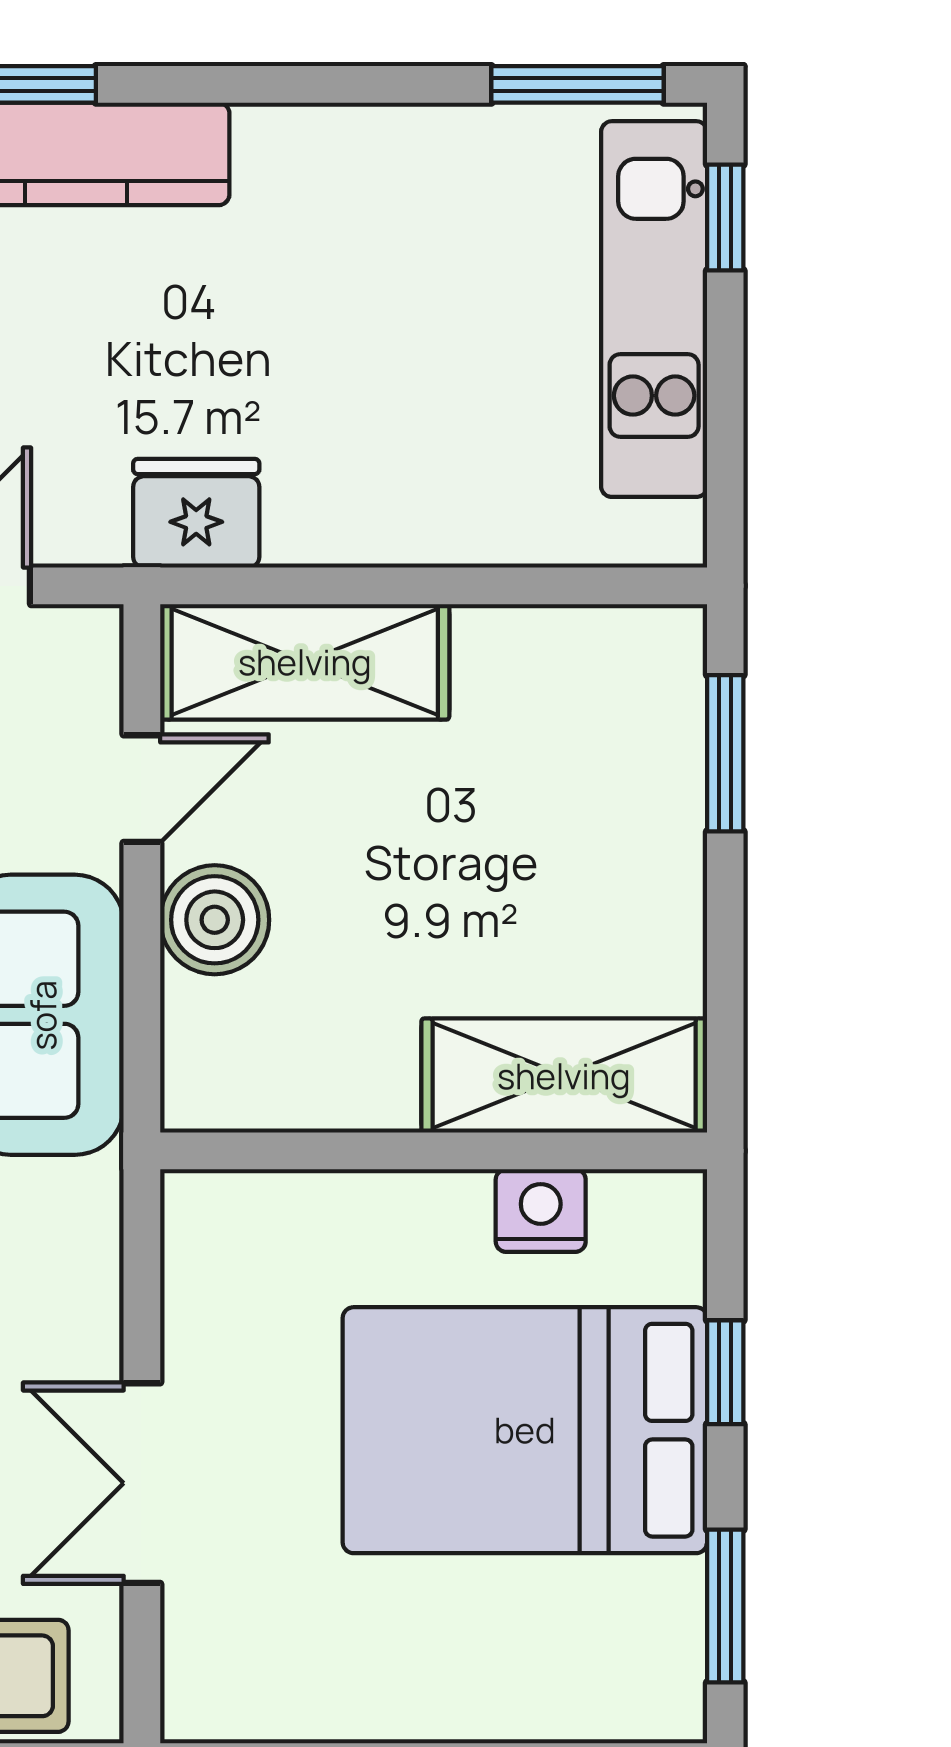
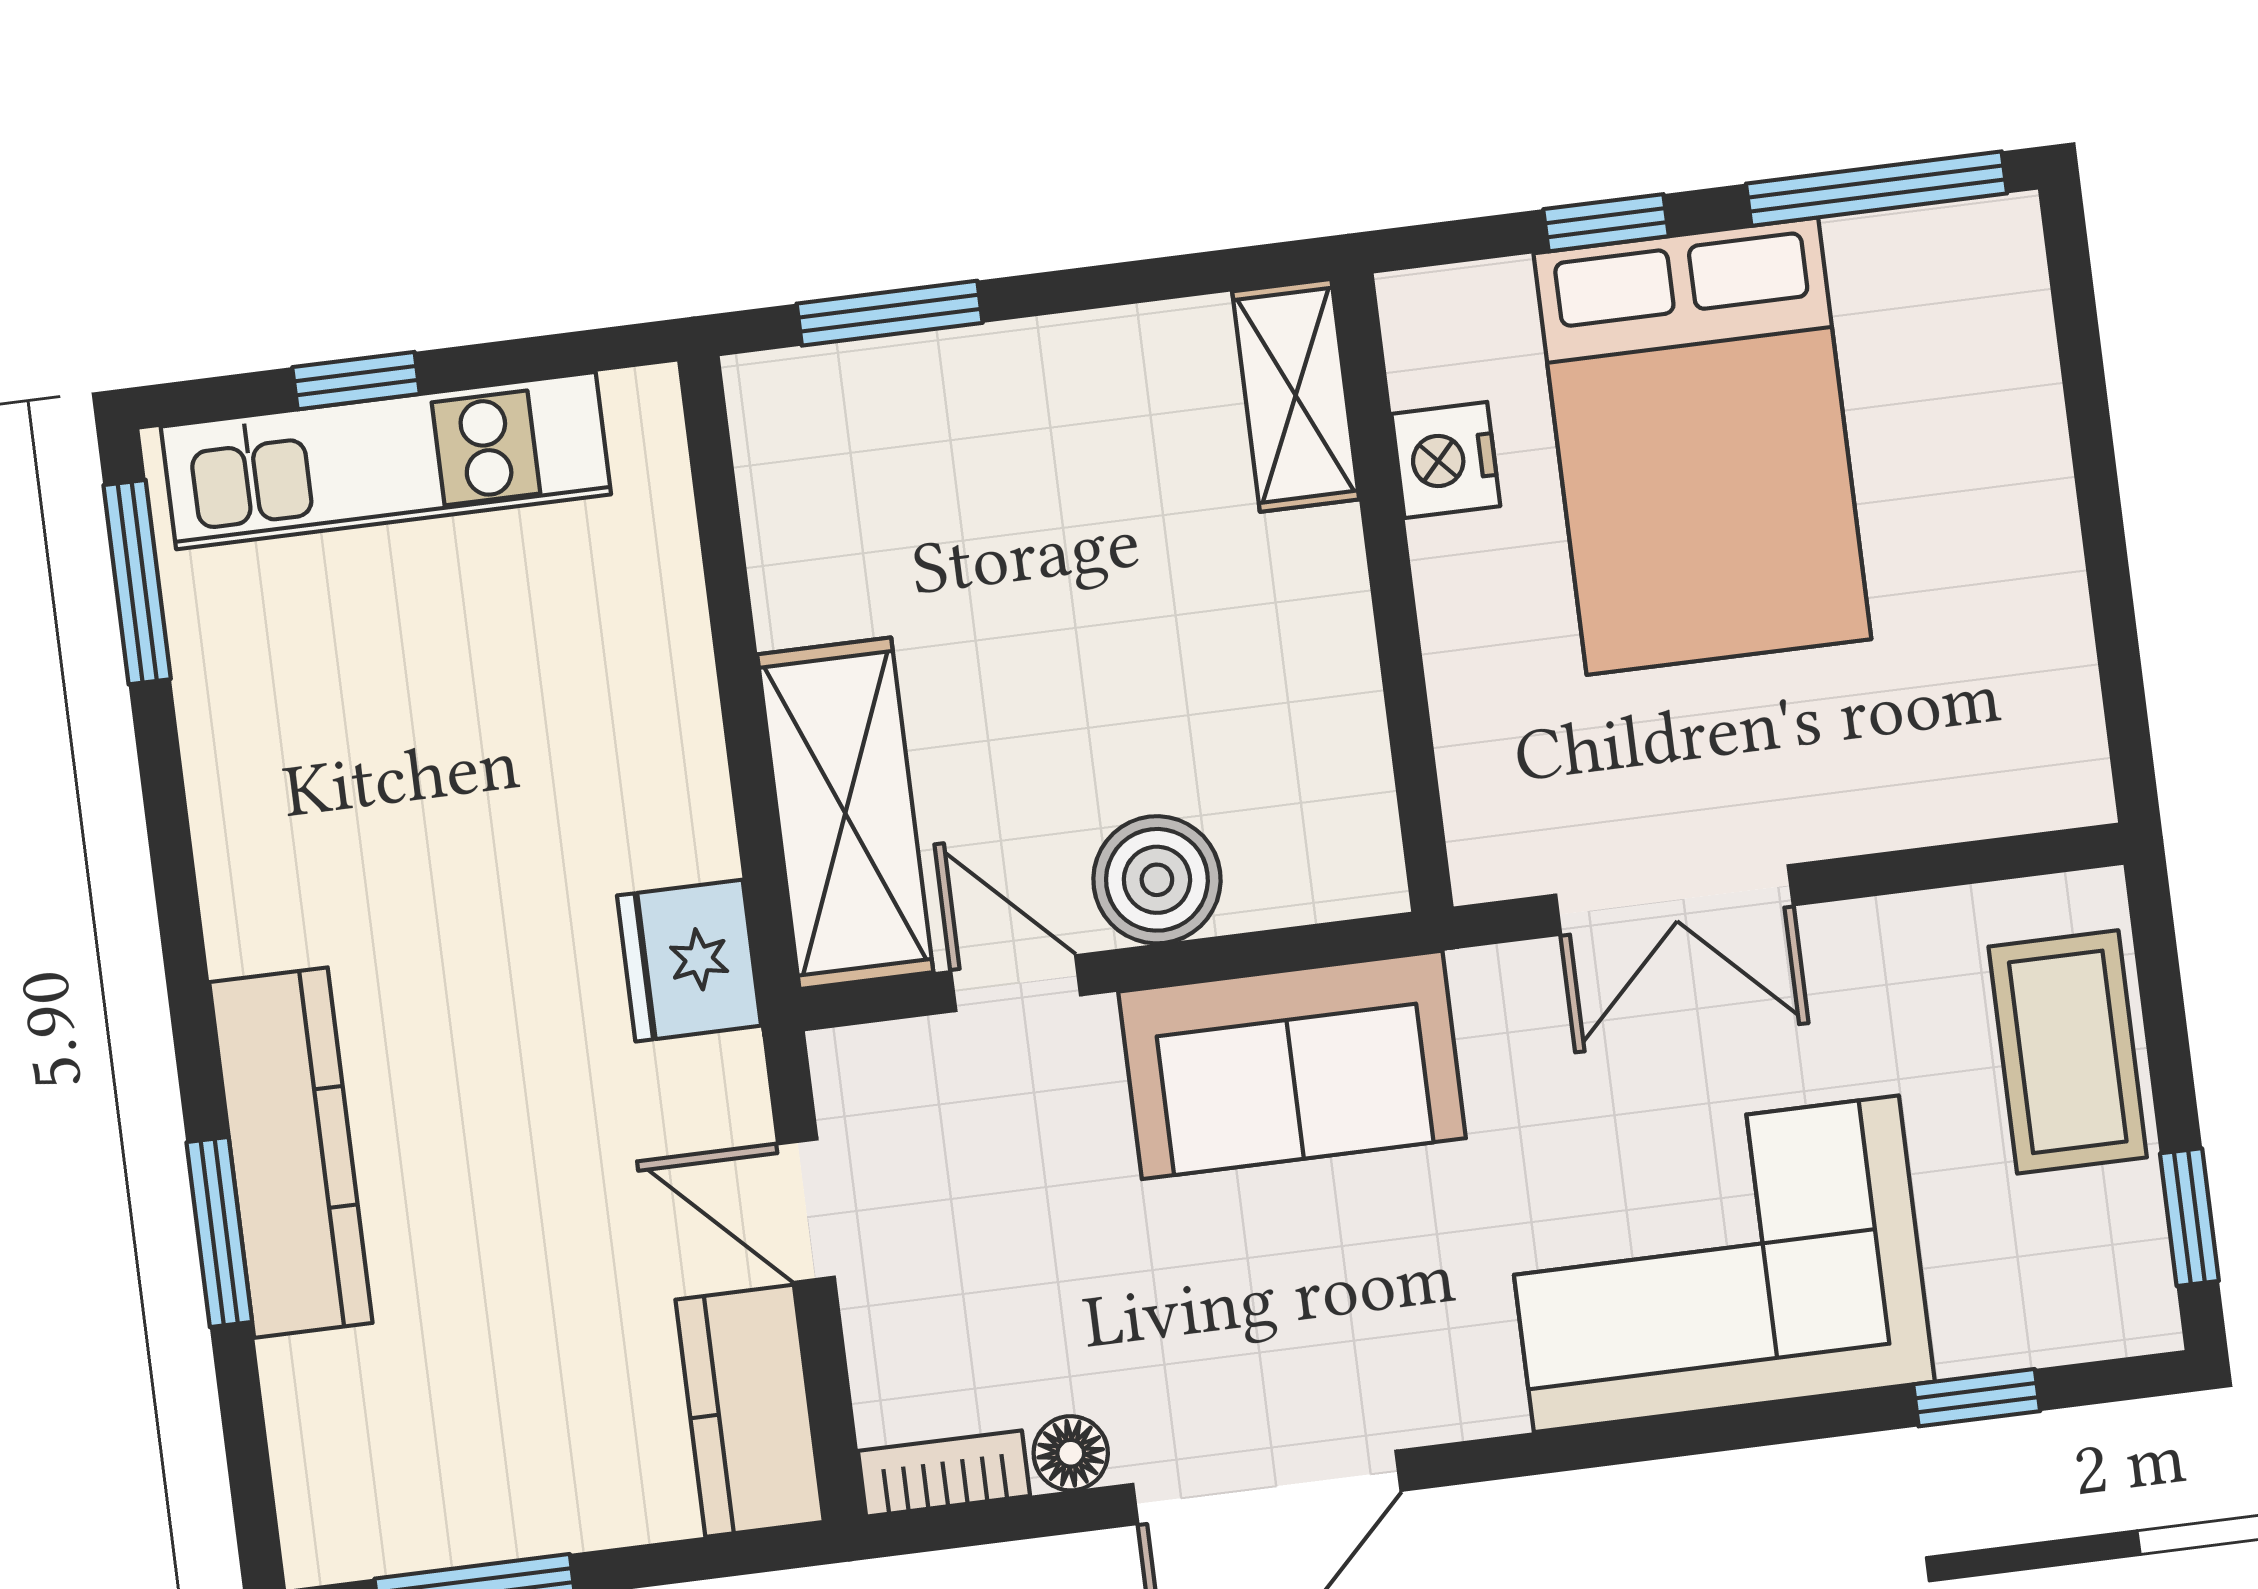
window: (725, 218) -> (356, 381), moved
shelving: (564, 1076) -> (1296, 395), width x0.67, depth x0.75
double door: (142, 1483) -> (1674, 900), moved
window: (725, 1606) -> (1877, 189), width x1.44

